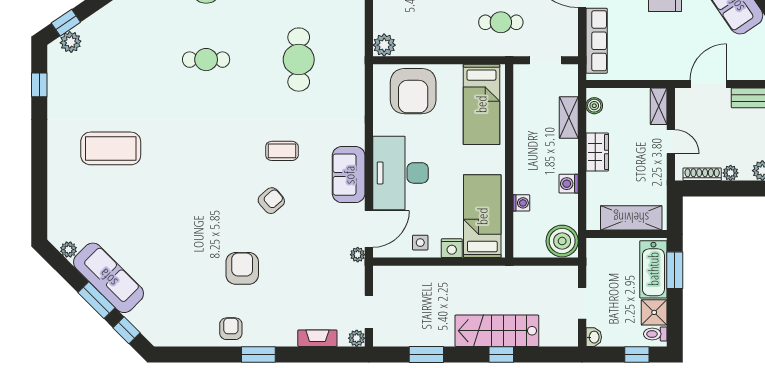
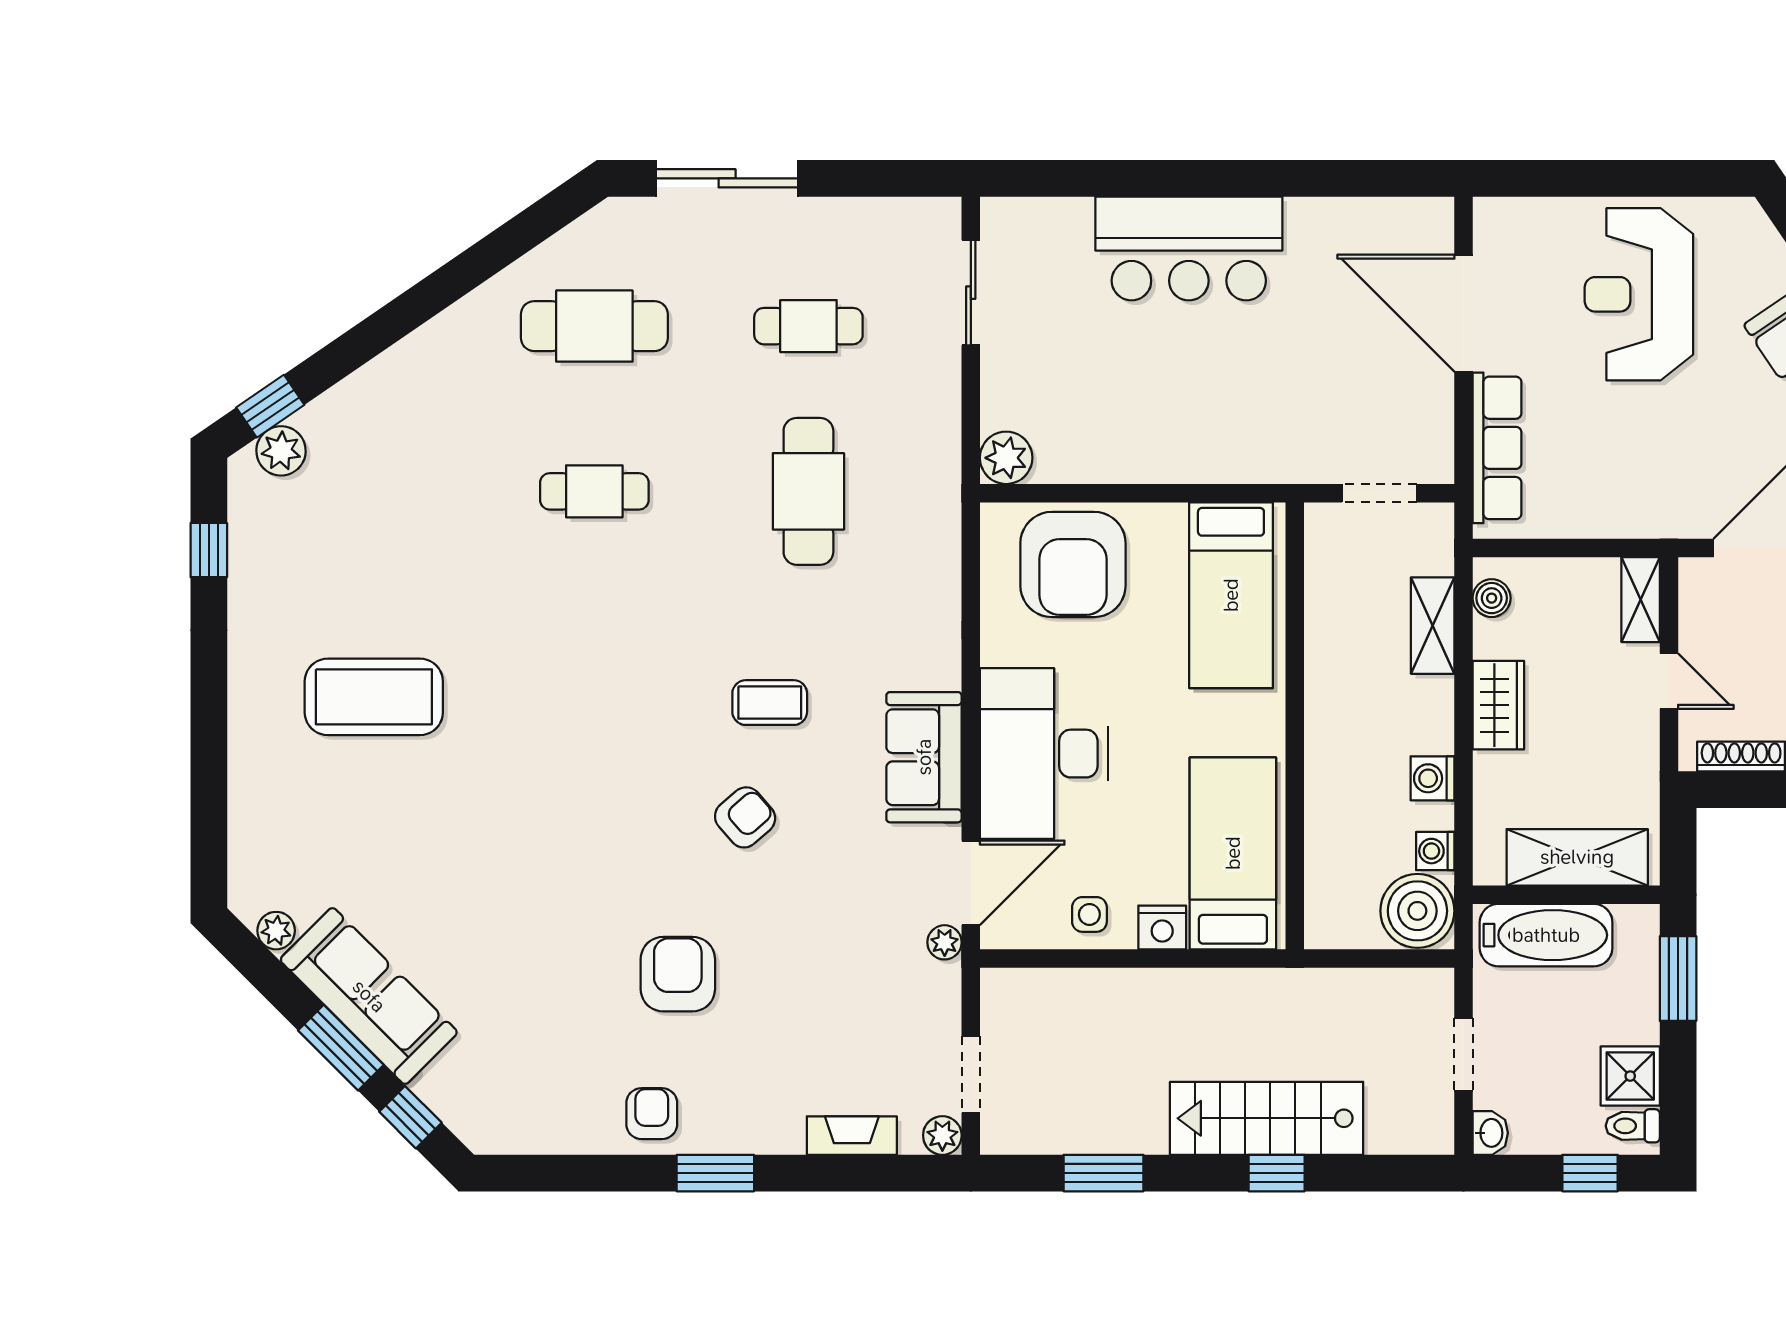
cafe table: (501, 22) -> (1276, 405), removed
washing machine: (521, 203) -> (1435, 851), moved, turned 180
bathtub: (653, 269) -> (1546, 935), moved, turned -90

